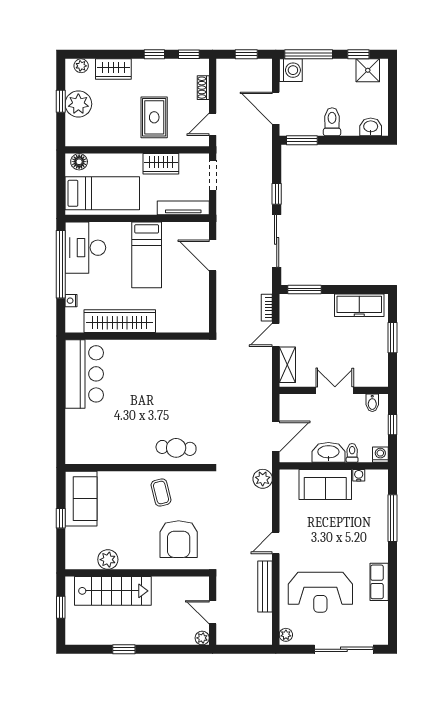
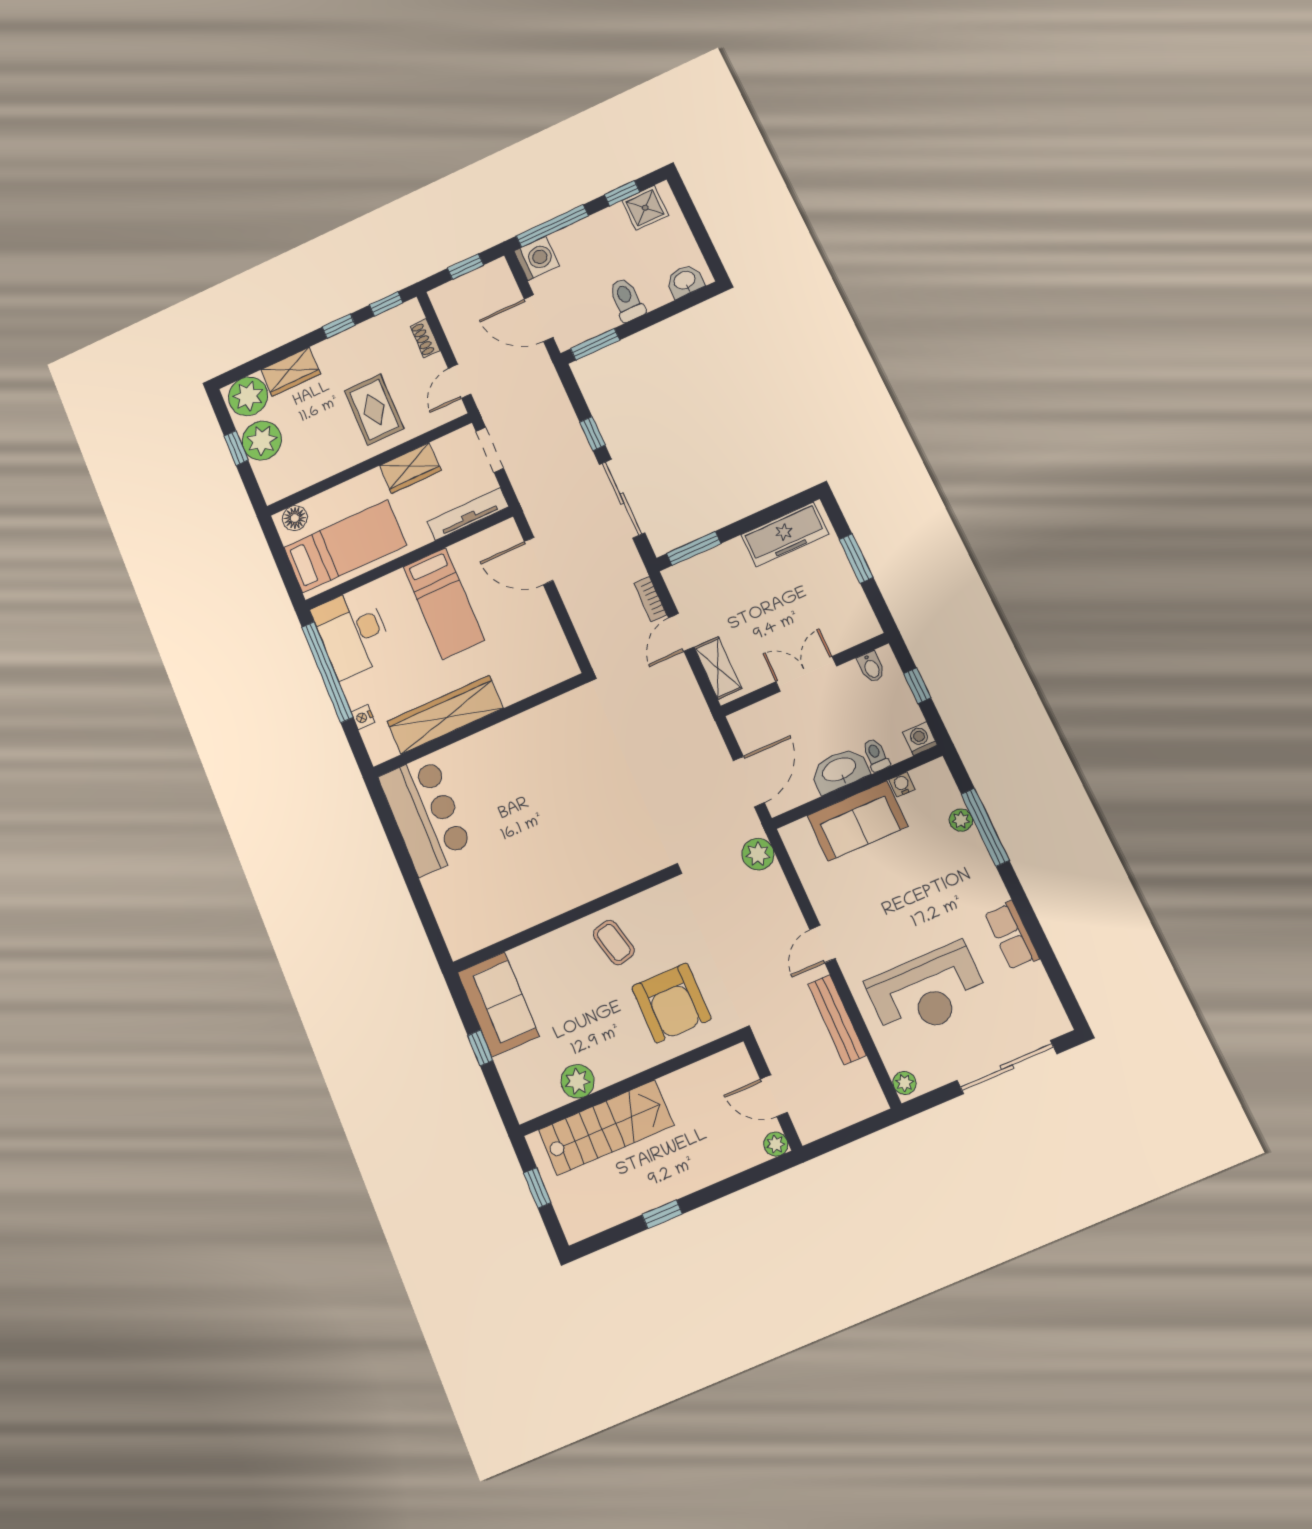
plant: (81, 66) -> (248, 396), width x1.87, depth x1.87
cafe table: (176, 448) -> (607, 865), removed
plant: (381, 509) -> (961, 820), added

